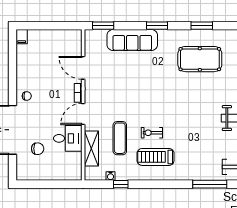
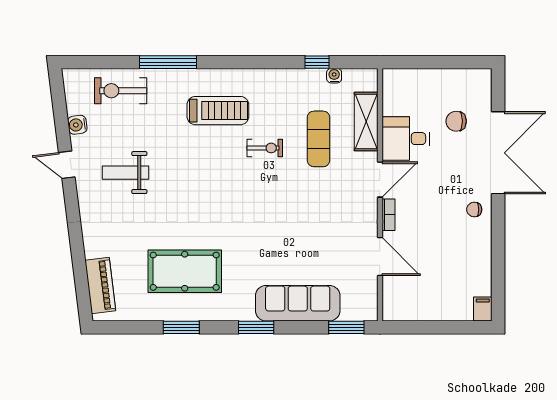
treadmill: (156, 157) -> (218, 111), moved

